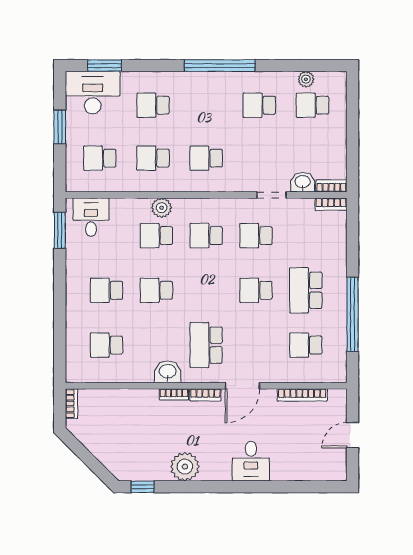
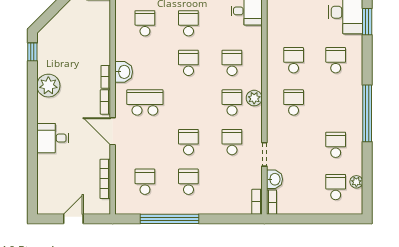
school desk: (100, 158) -> (294, 18), removed
plant: (162, 208) -> (254, 98), moved
school desk: (306, 290) -> (188, 182), width x0.54
door: (353, 435) -> (73, 219), hinge flipped

